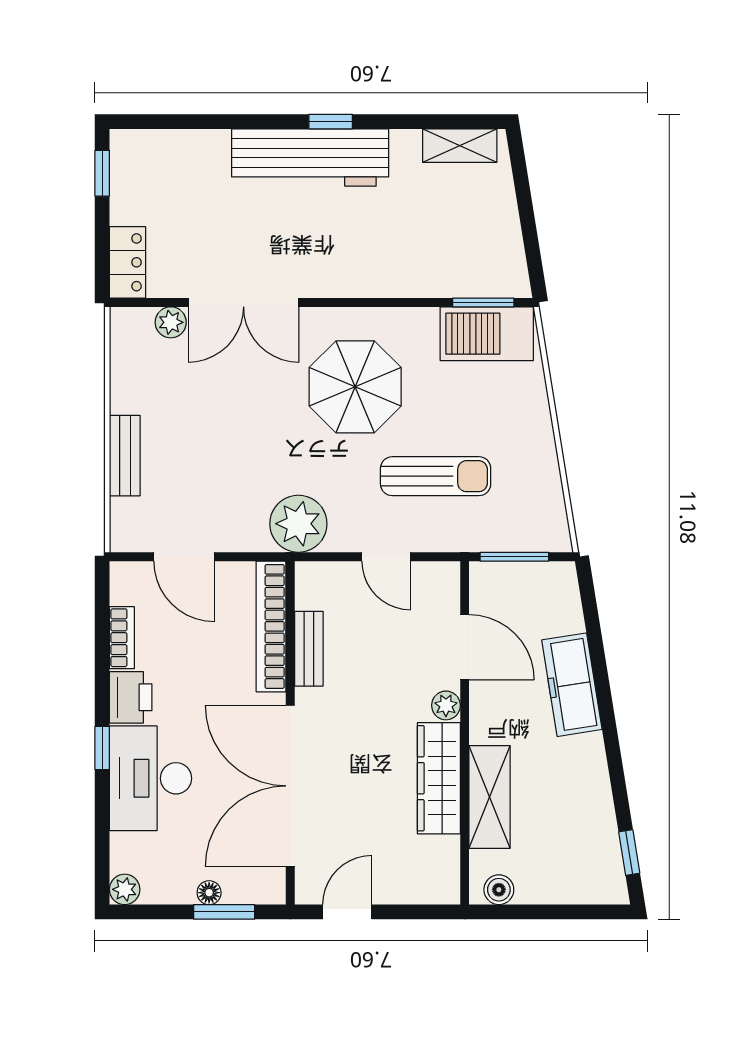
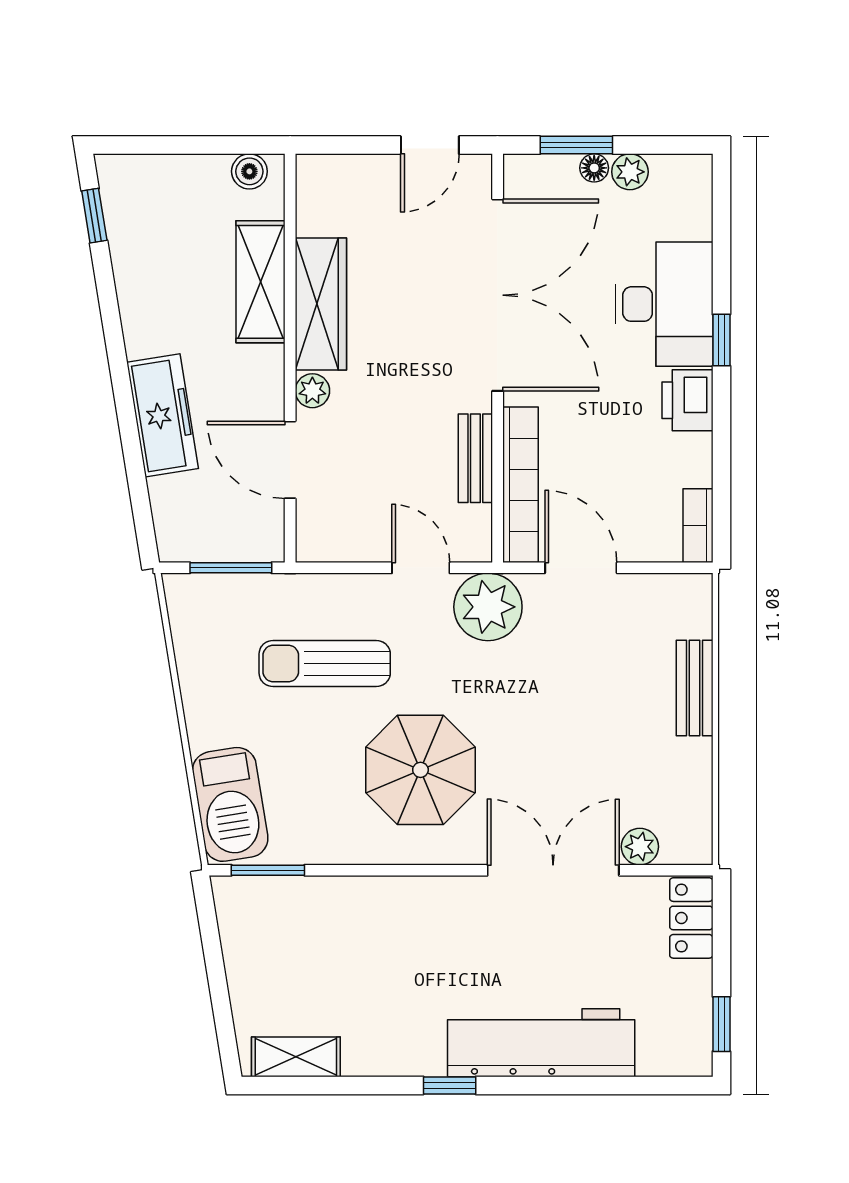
workbench: (310, 157) -> (541, 1043), moved
barbecue: (487, 334) -> (230, 804), moved, turned 81
door: (184, 557) -> (581, 568), moved
door: (386, 557) -> (421, 568), moved
bookcase: (122, 638) -> (698, 526), moved
plant: (125, 889) -> (630, 172), moved

